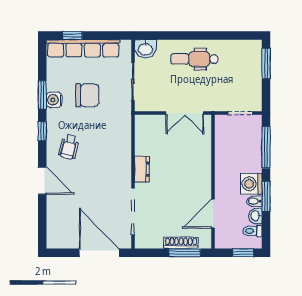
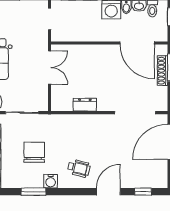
water cooler: (54, 100) -> (51, 181), moved
window: (42, 131) -> (143, 192), moved
dresser: (142, 169) -> (85, 105), moved
door: (213, 214) -> (137, 43), width x1.36

